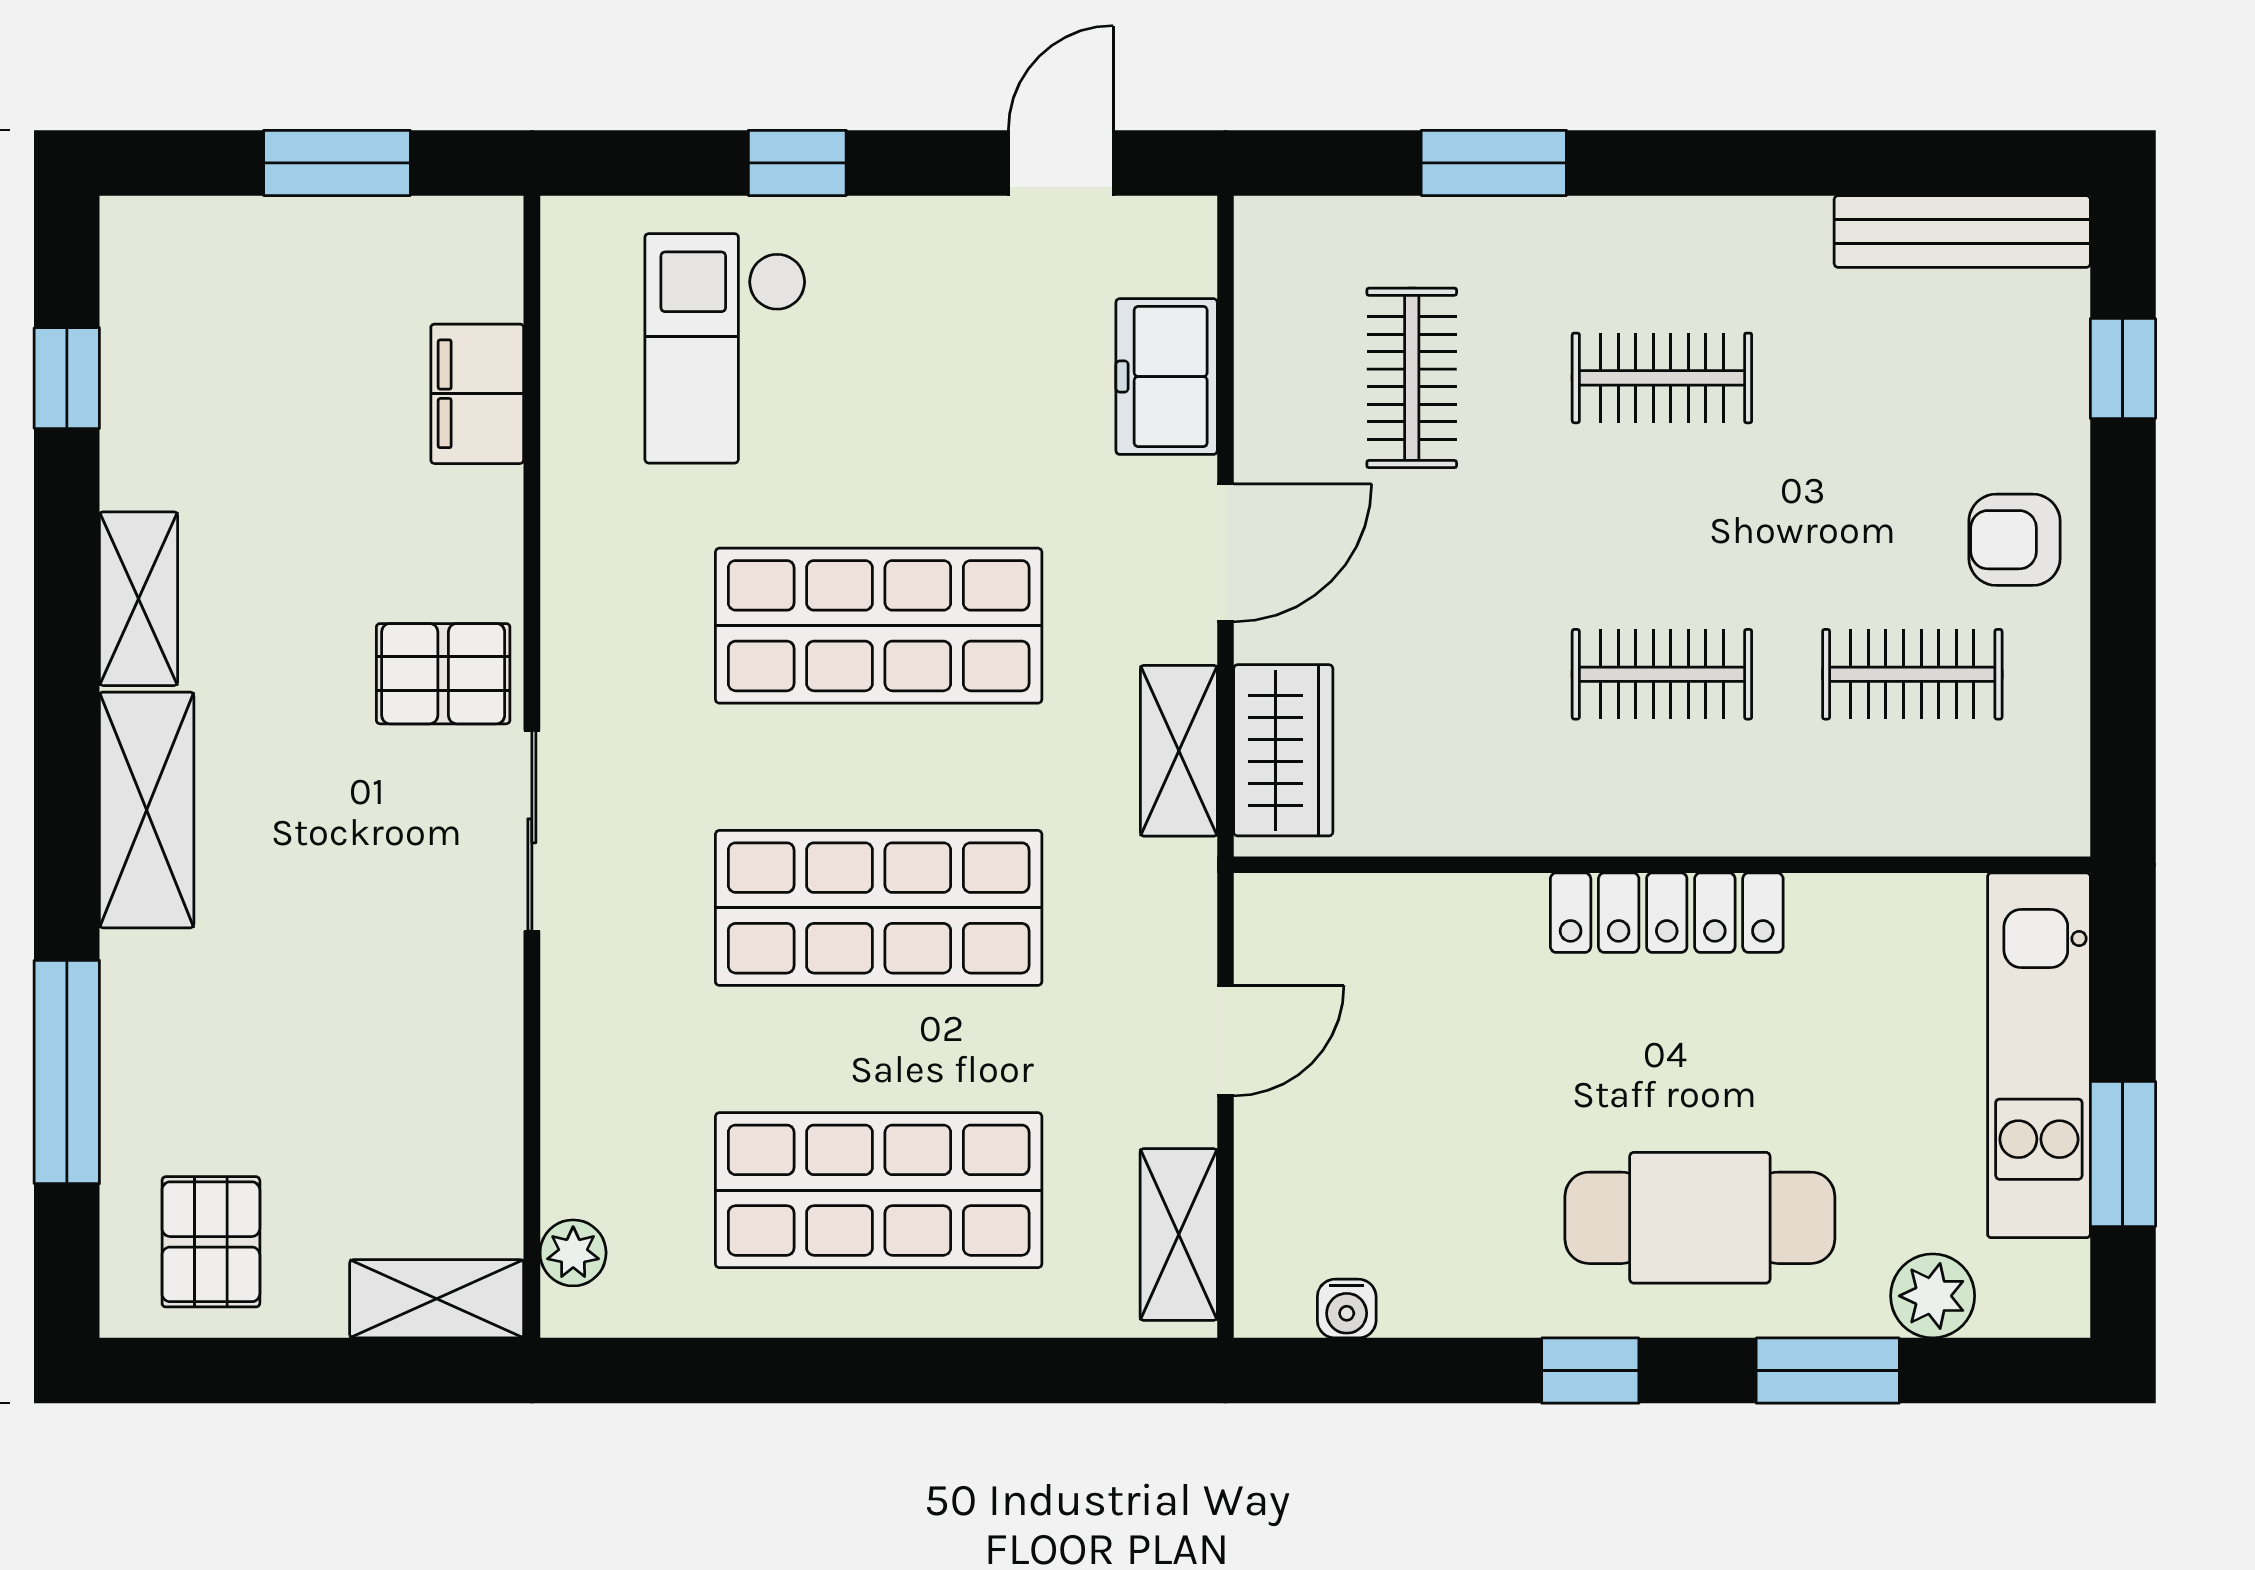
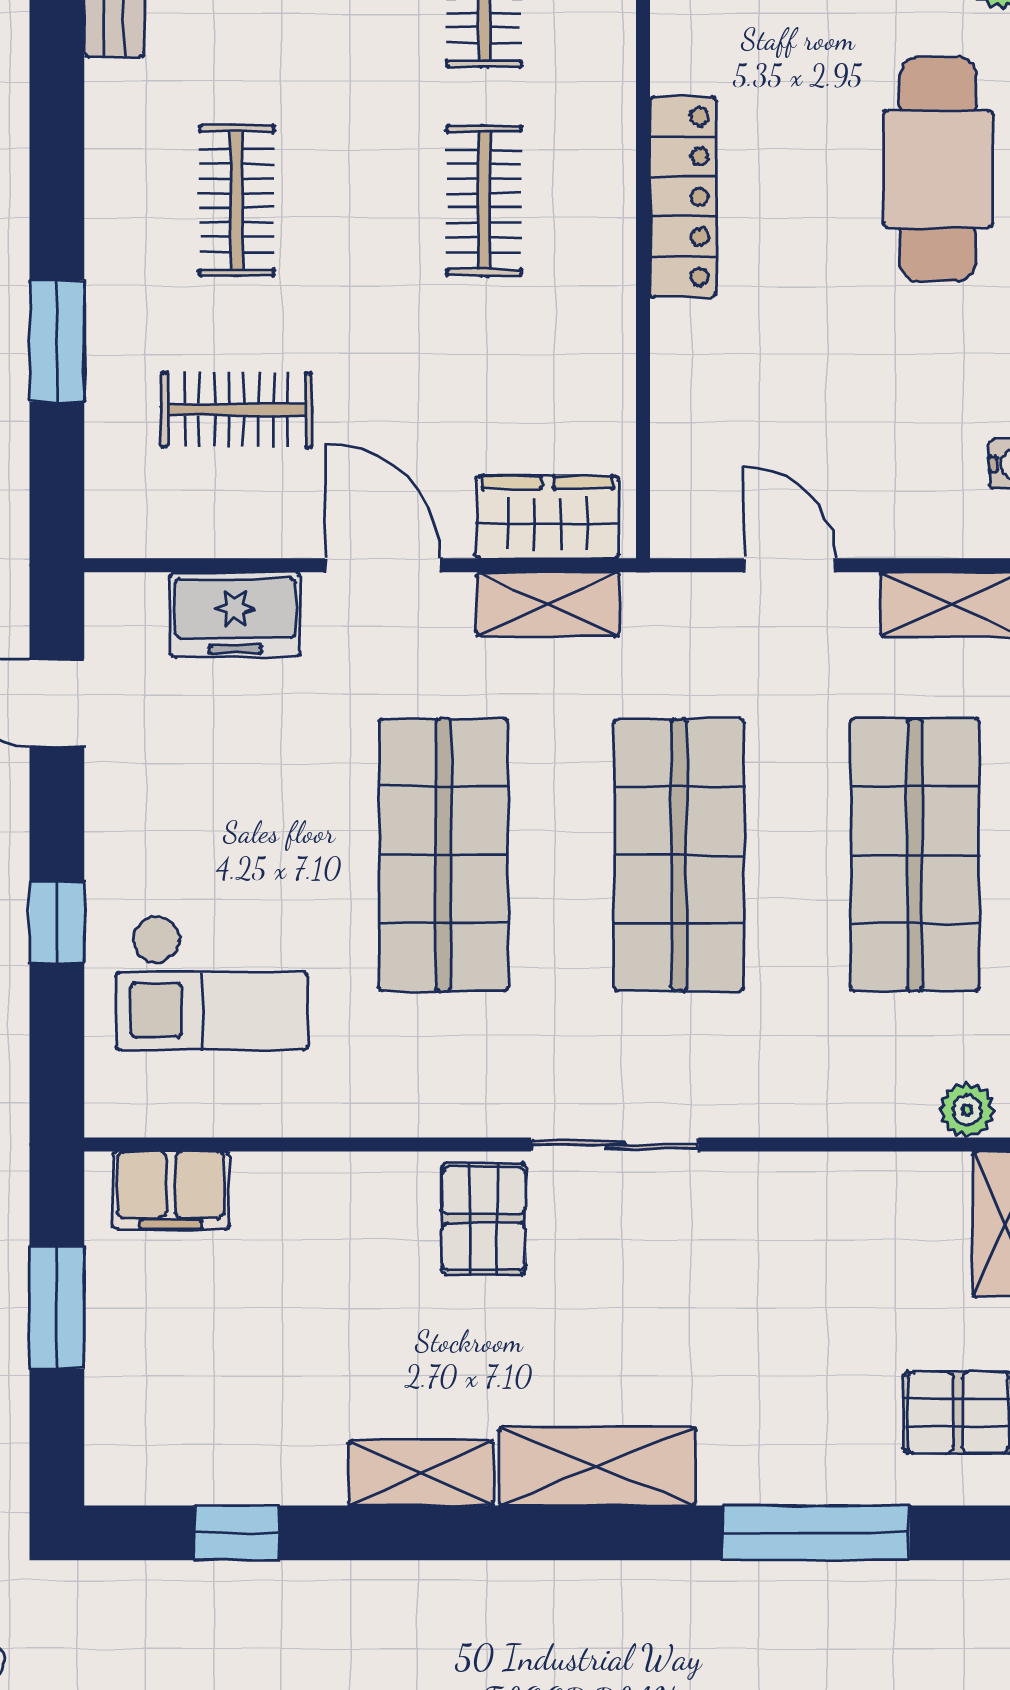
filing cabinet: (477, 394) -> (171, 1190), moved

